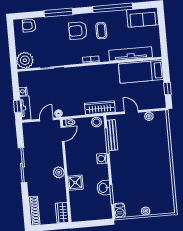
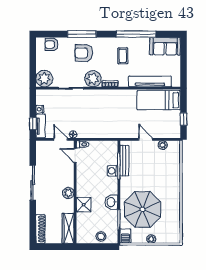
armchair: (78, 31) -> (84, 53), moved
plant: (73, 56) -> (93, 79), added
wardrobe: (100, 108) -> (115, 132), removed
door: (46, 119) -> (61, 139), hinge flipped
stool: (97, 122) -> (101, 236), moved
door: (62, 134) -> (75, 155), swing flipped
washing machine: (102, 159) -> (112, 171), moved
parasol: (134, 182) -> (142, 209), added
washbasin: (103, 188) -> (111, 202), moved
wardrobe: (62, 213) -> (68, 228), width x1.50

